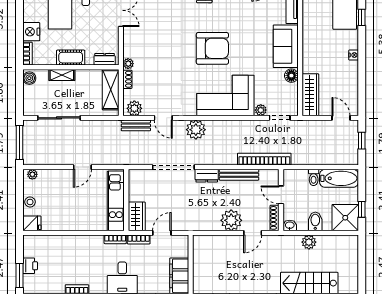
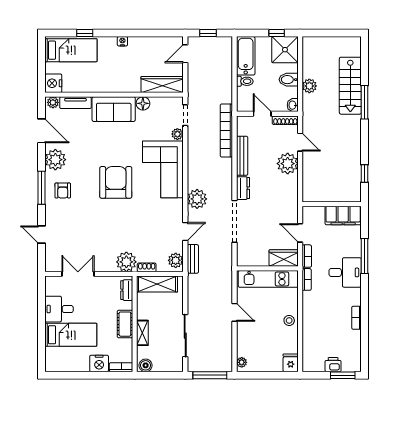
plant: (128, 64) -> (126, 262), width x1.87, depth x1.87
door: (281, 195) -> (262, 114), swing flipped
stool: (30, 202) -> (289, 320), moved

